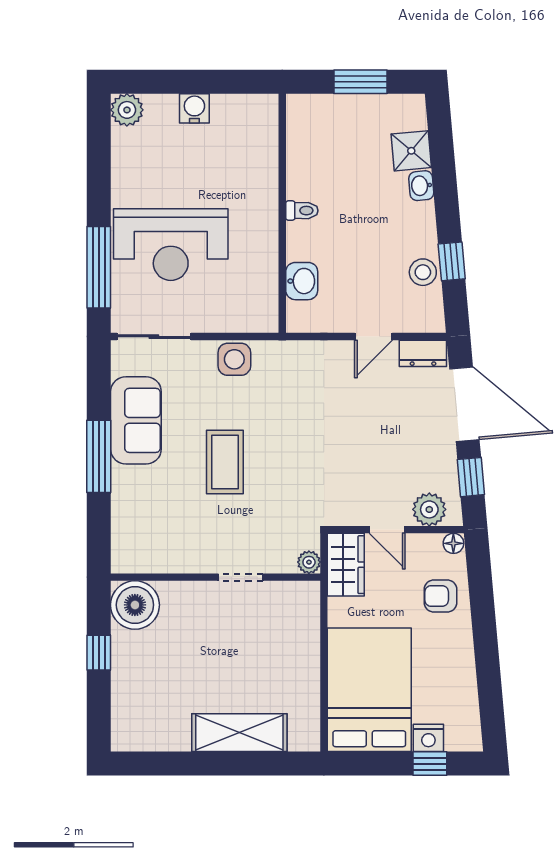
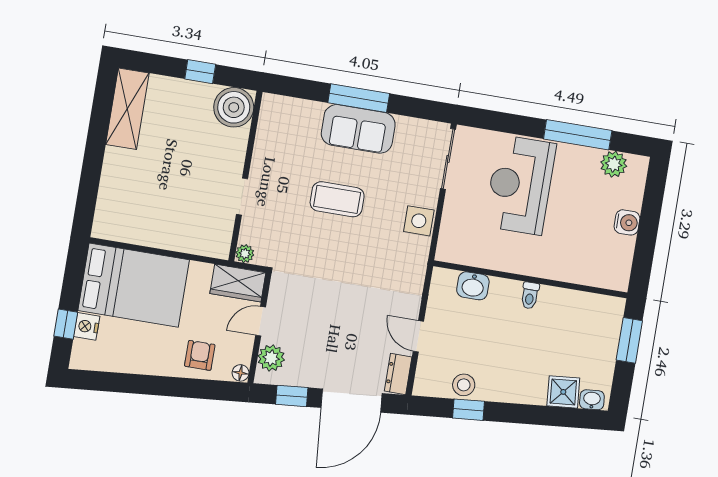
window: (360, 82) -> (629, 340), moved
plant: (127, 110) -> (614, 164), moved
washbasin: (421, 186) -> (592, 400), moved
window: (99, 267) -> (578, 135), moved
sofa: (136, 420) -> (358, 129), moved
shelving: (239, 733) -> (127, 109), moved

